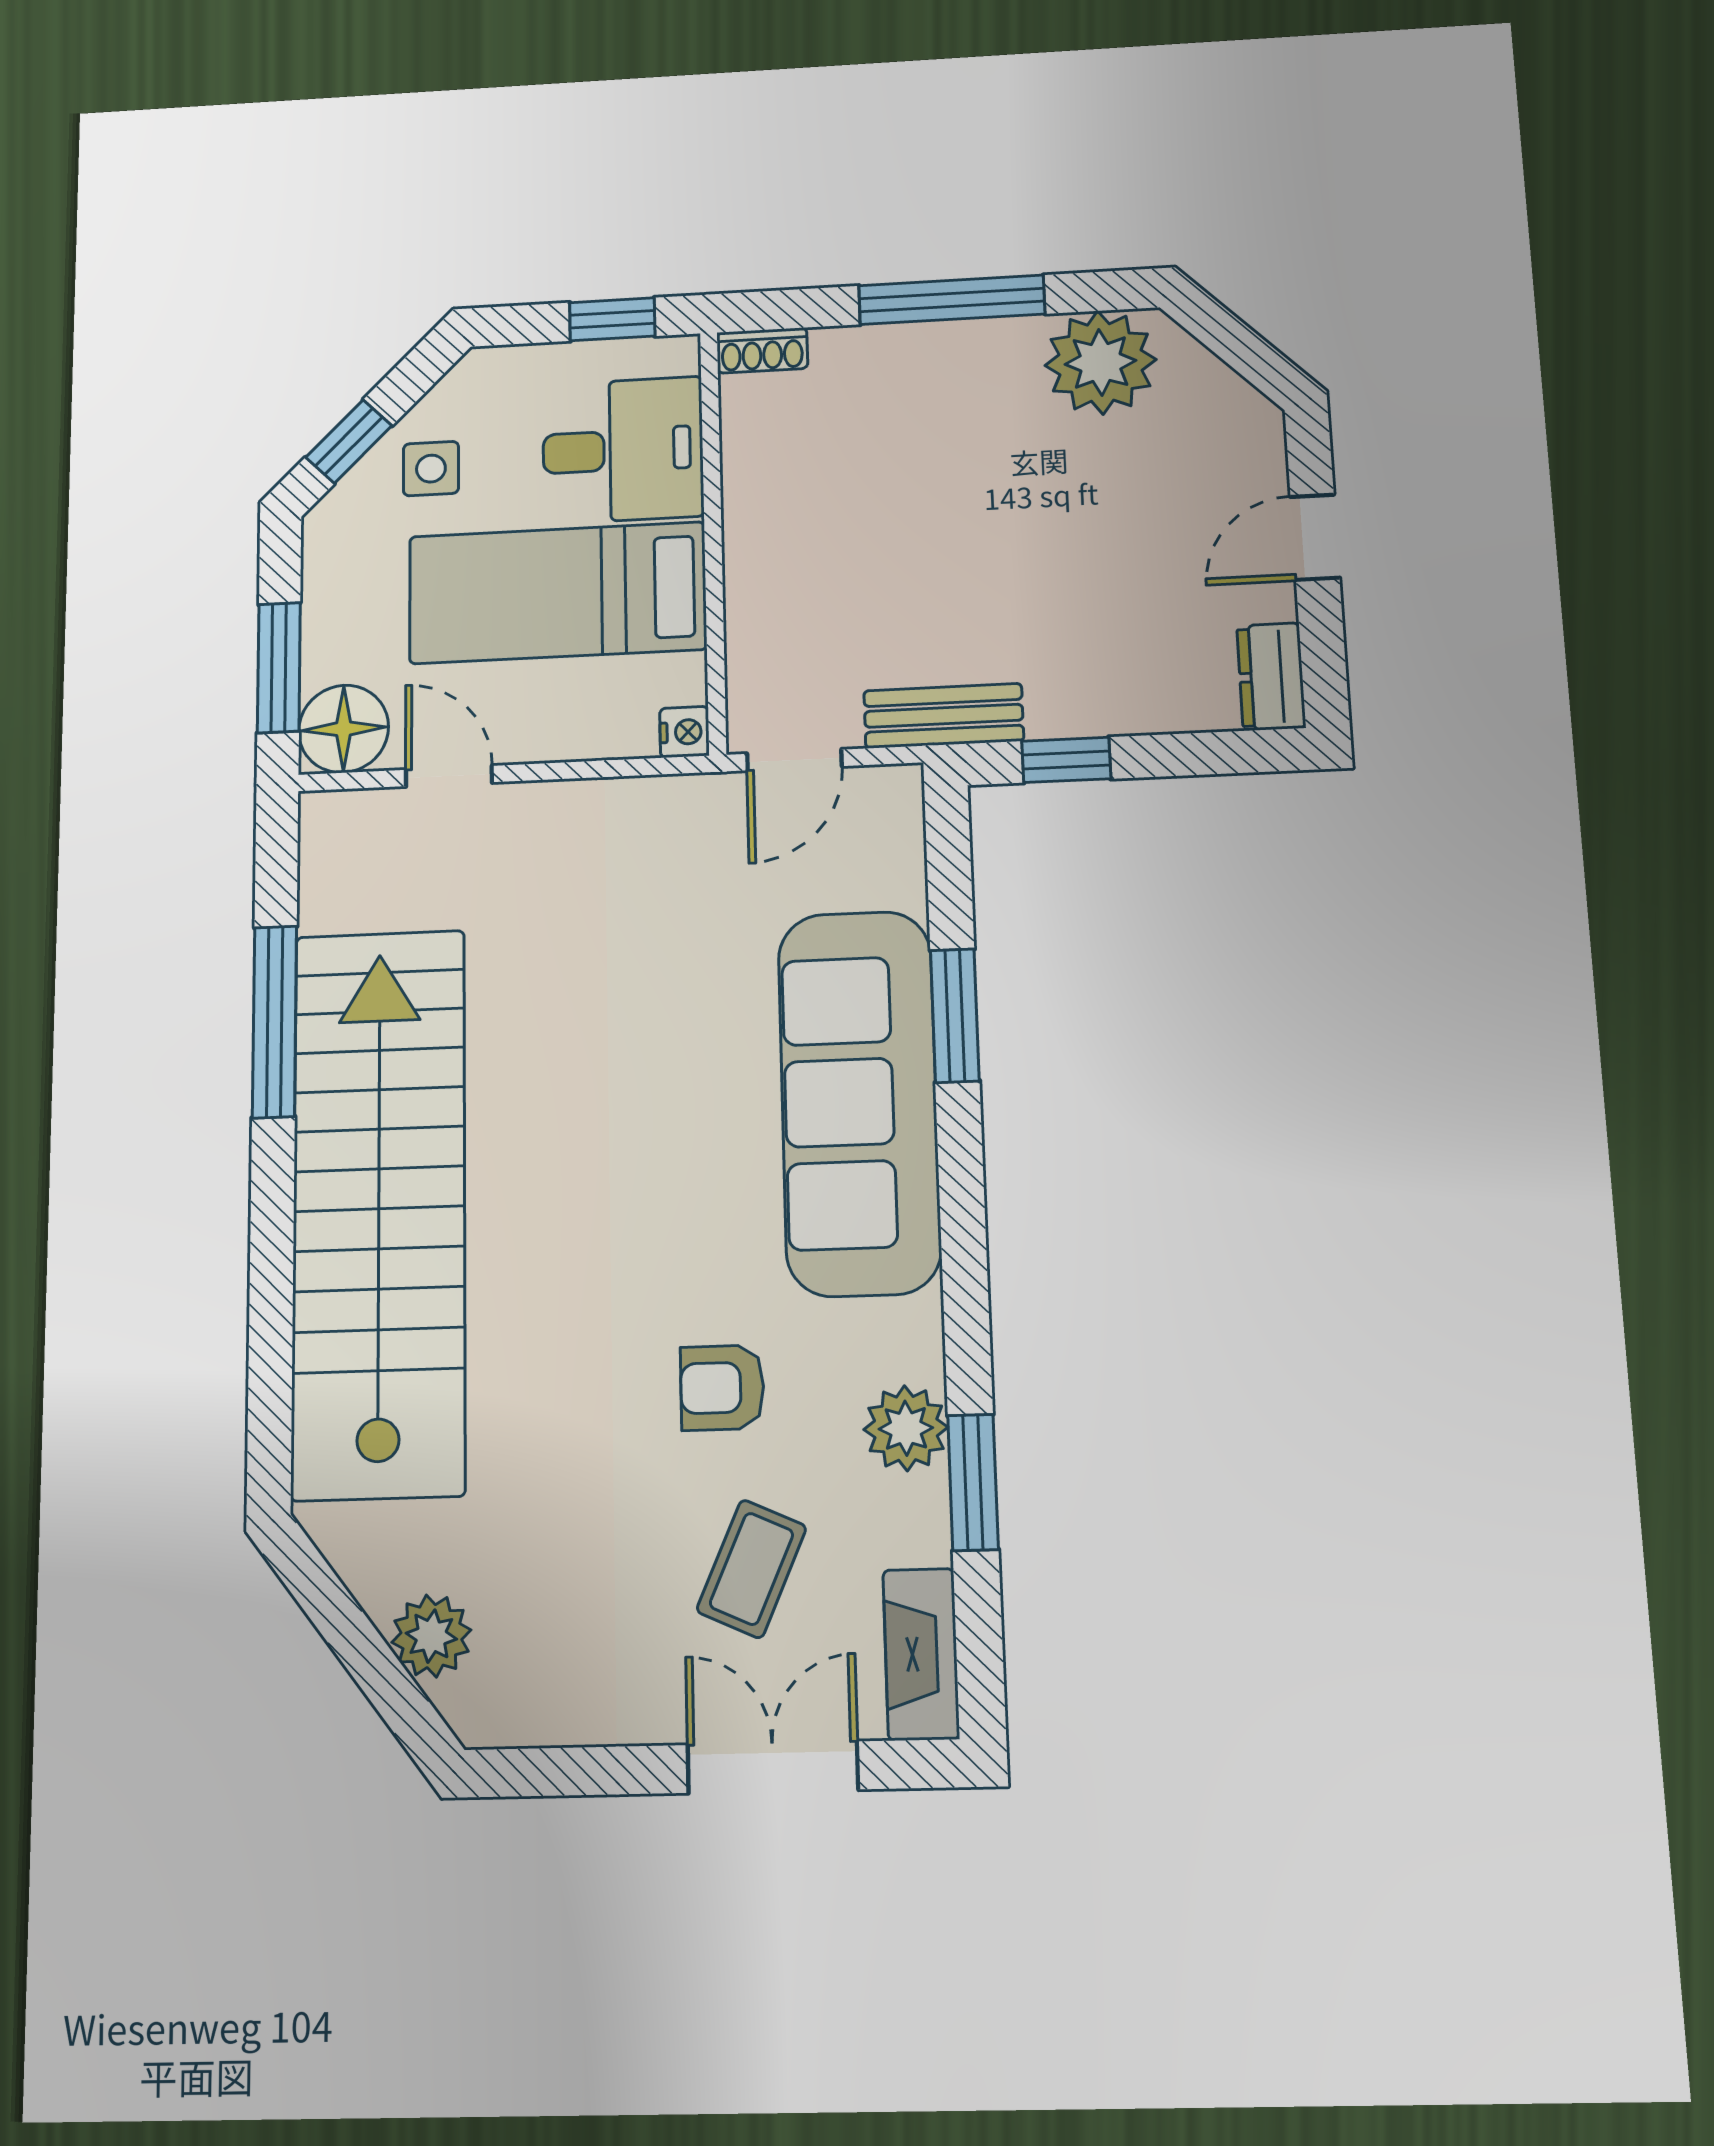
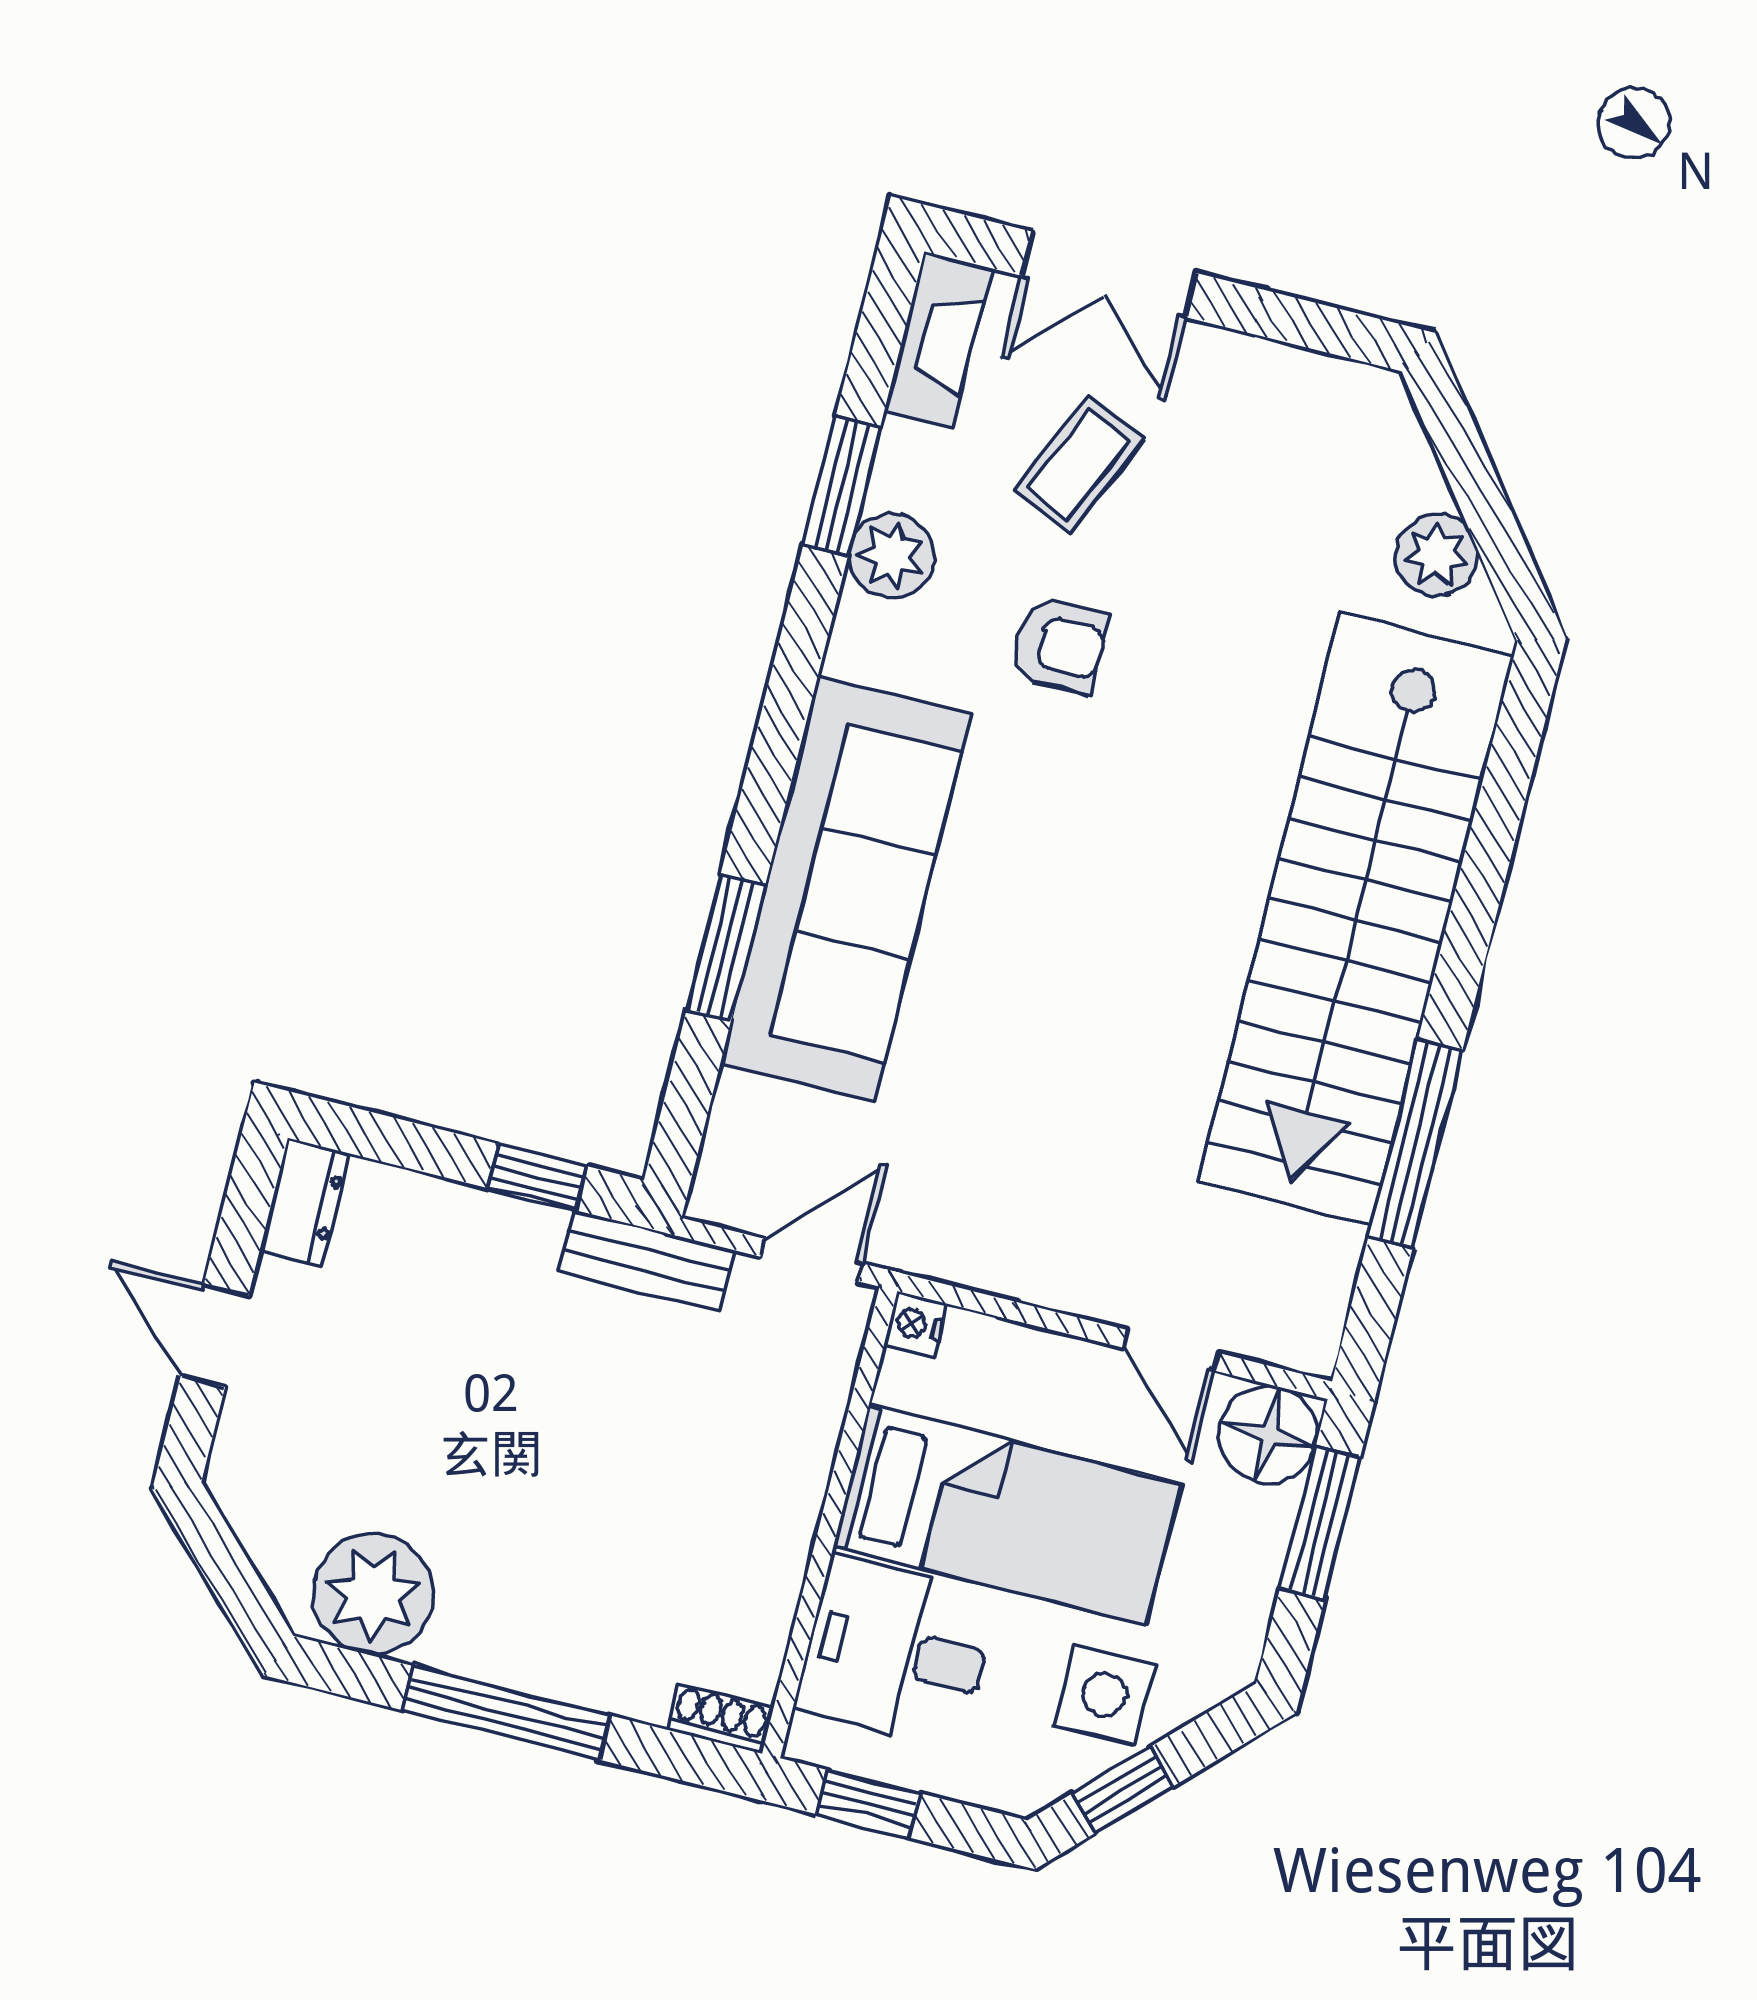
window: (349, 442) -> (1123, 1790), moved
side table: (431, 469) -> (1105, 1695), width x1.37, depth x1.37
door: (1315, 537) -> (214, 1336), swing flipped
plant: (431, 1636) -> (1436, 555), moved

